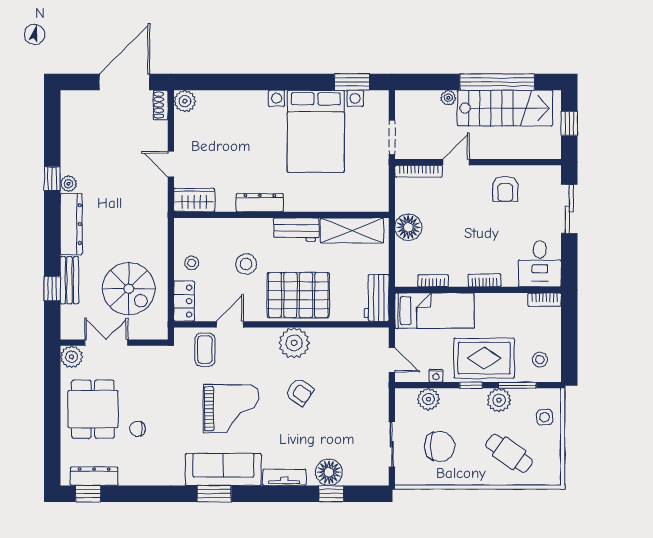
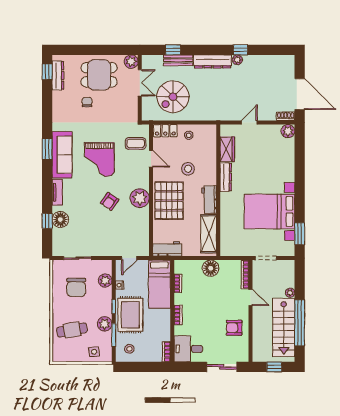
wardrobe: (194, 200) -> (227, 149), moved
cafe table: (509, 453) -> (72, 330), turned 45

